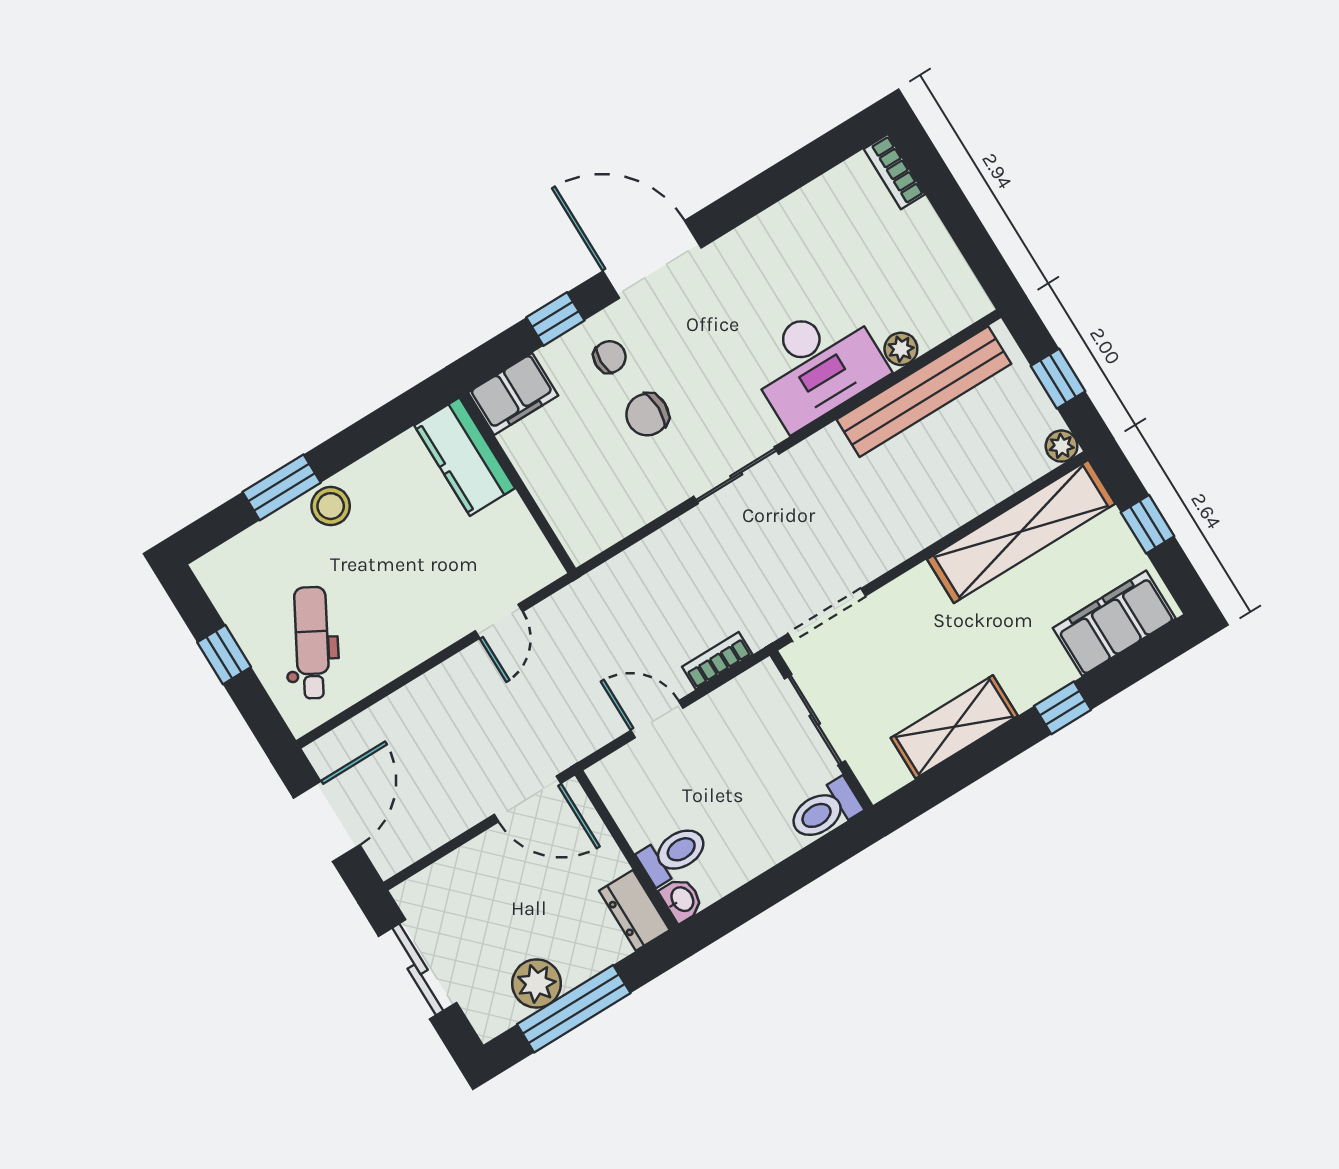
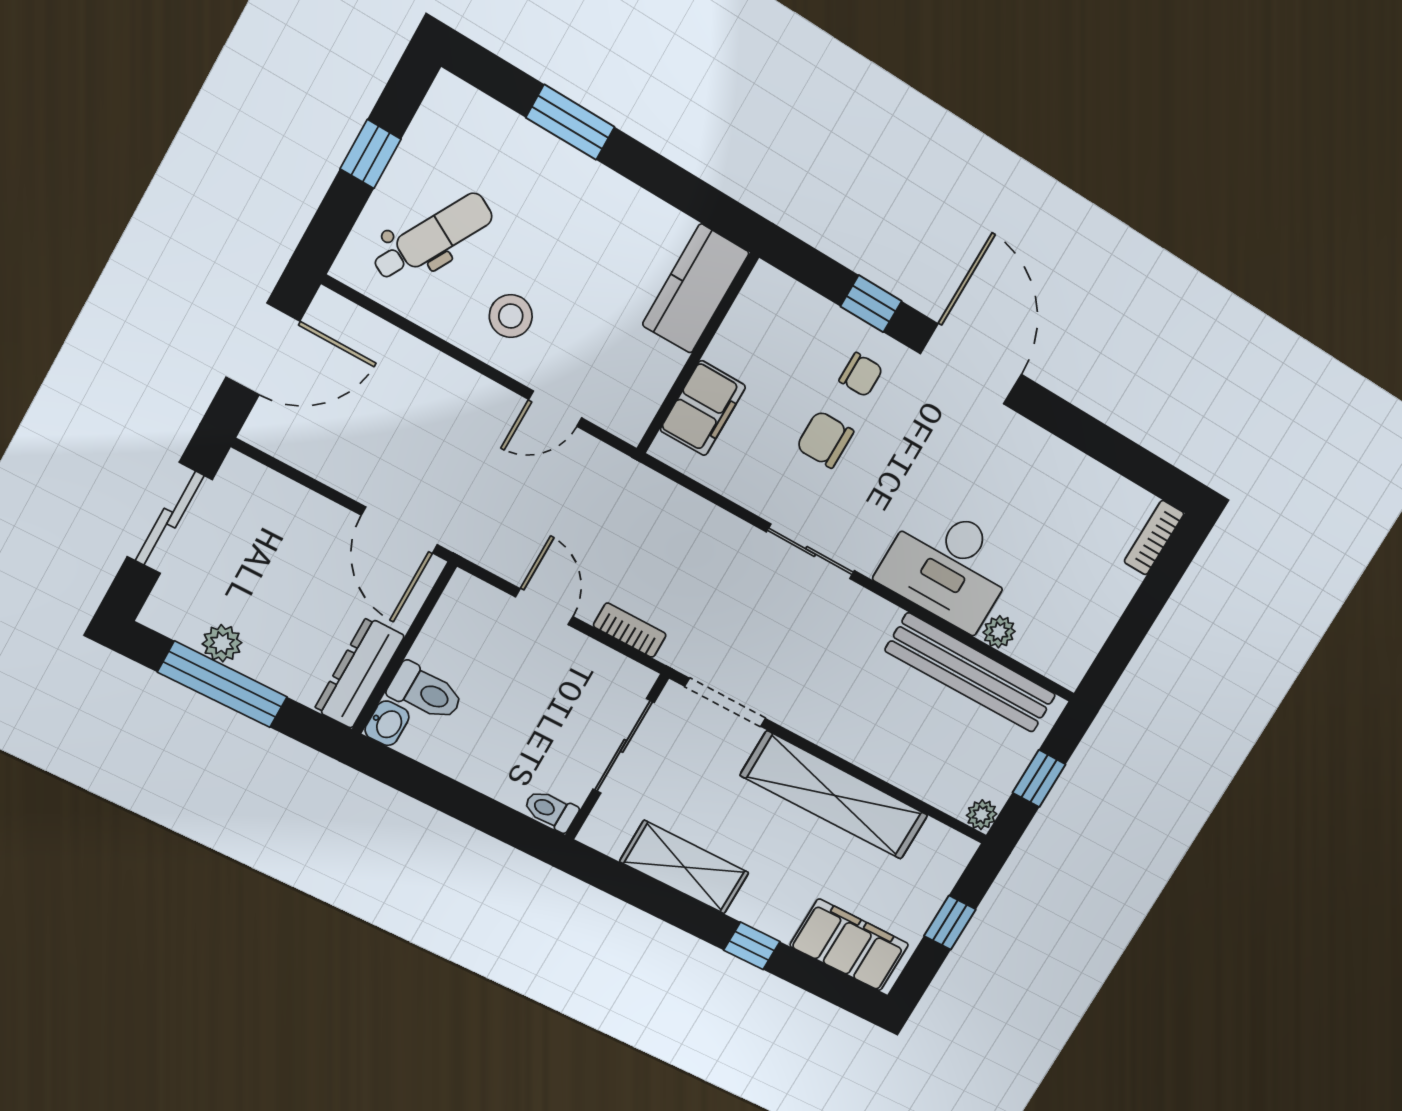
filing cabinet: (513, 394) -> (703, 408), moved, turned -90
stool: (331, 506) -> (511, 316), moved
shelving: (1021, 531) -> (835, 796), moved
toilet: (825, 810) -> (551, 810), width x0.73, depth x0.72
dresser: (634, 910) -> (359, 673), width x1.44
plant: (537, 984) -> (222, 643), width x0.73, depth x0.73

